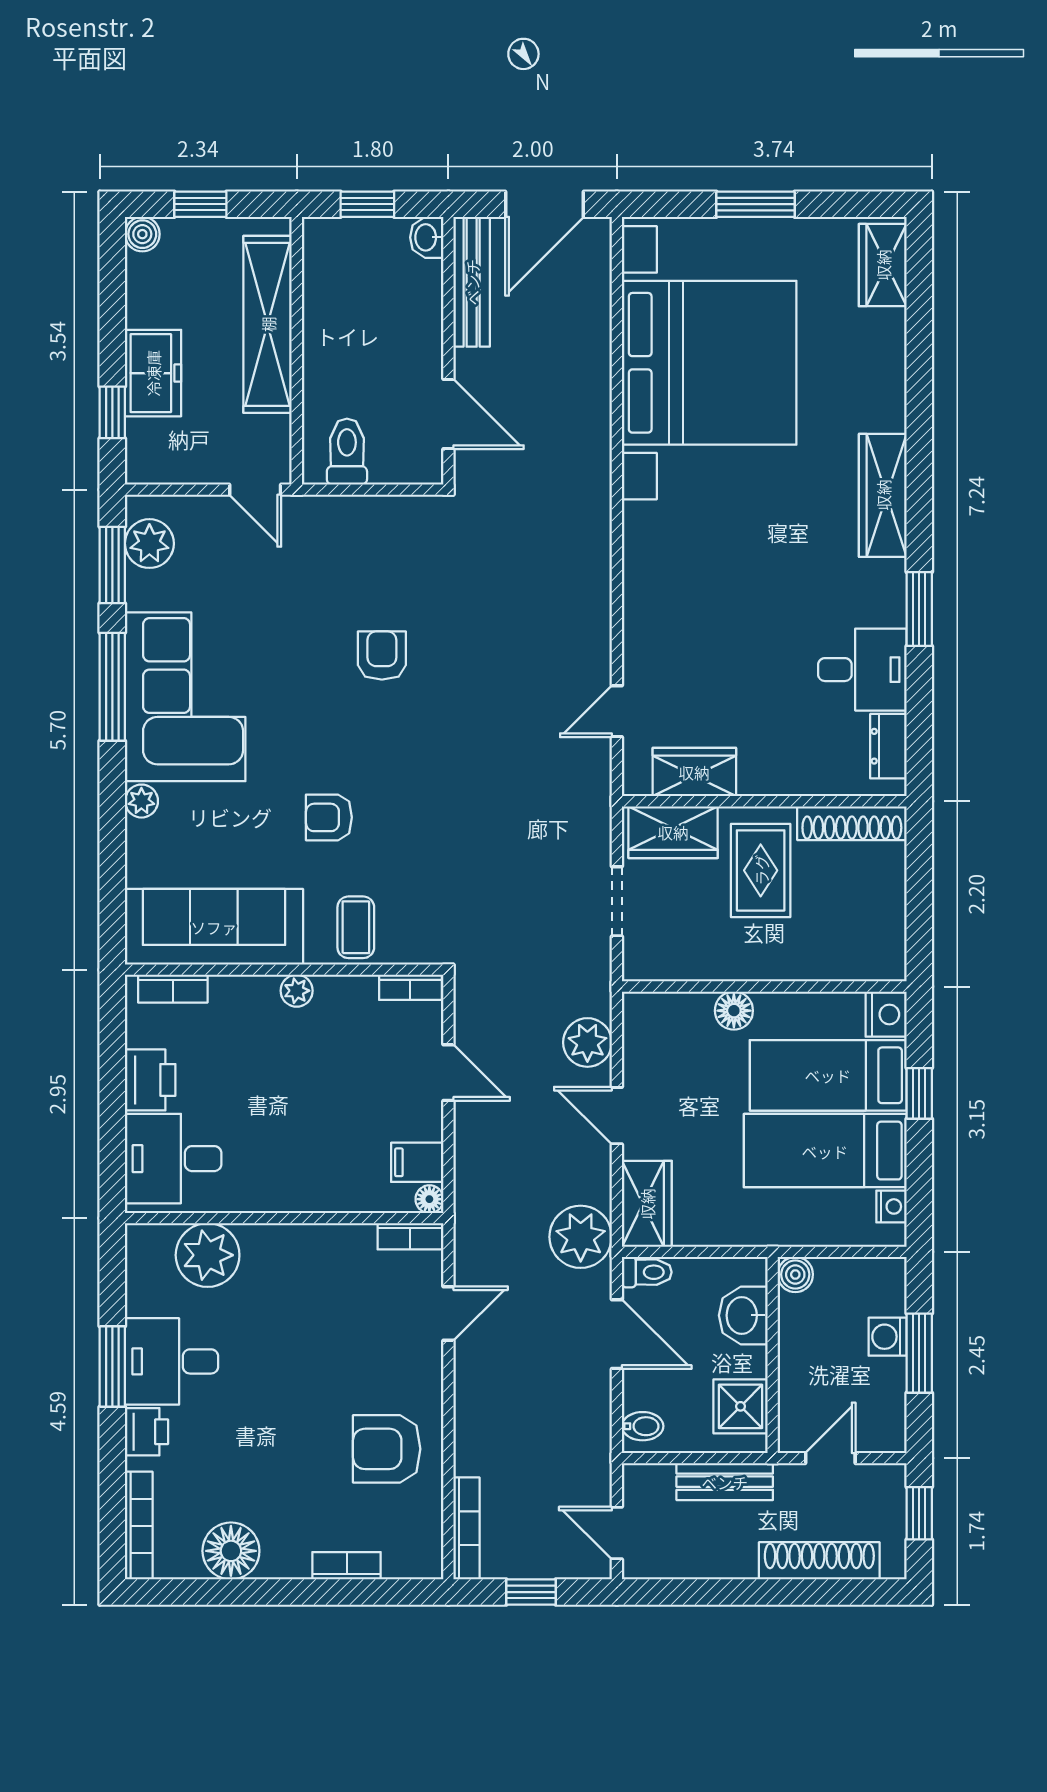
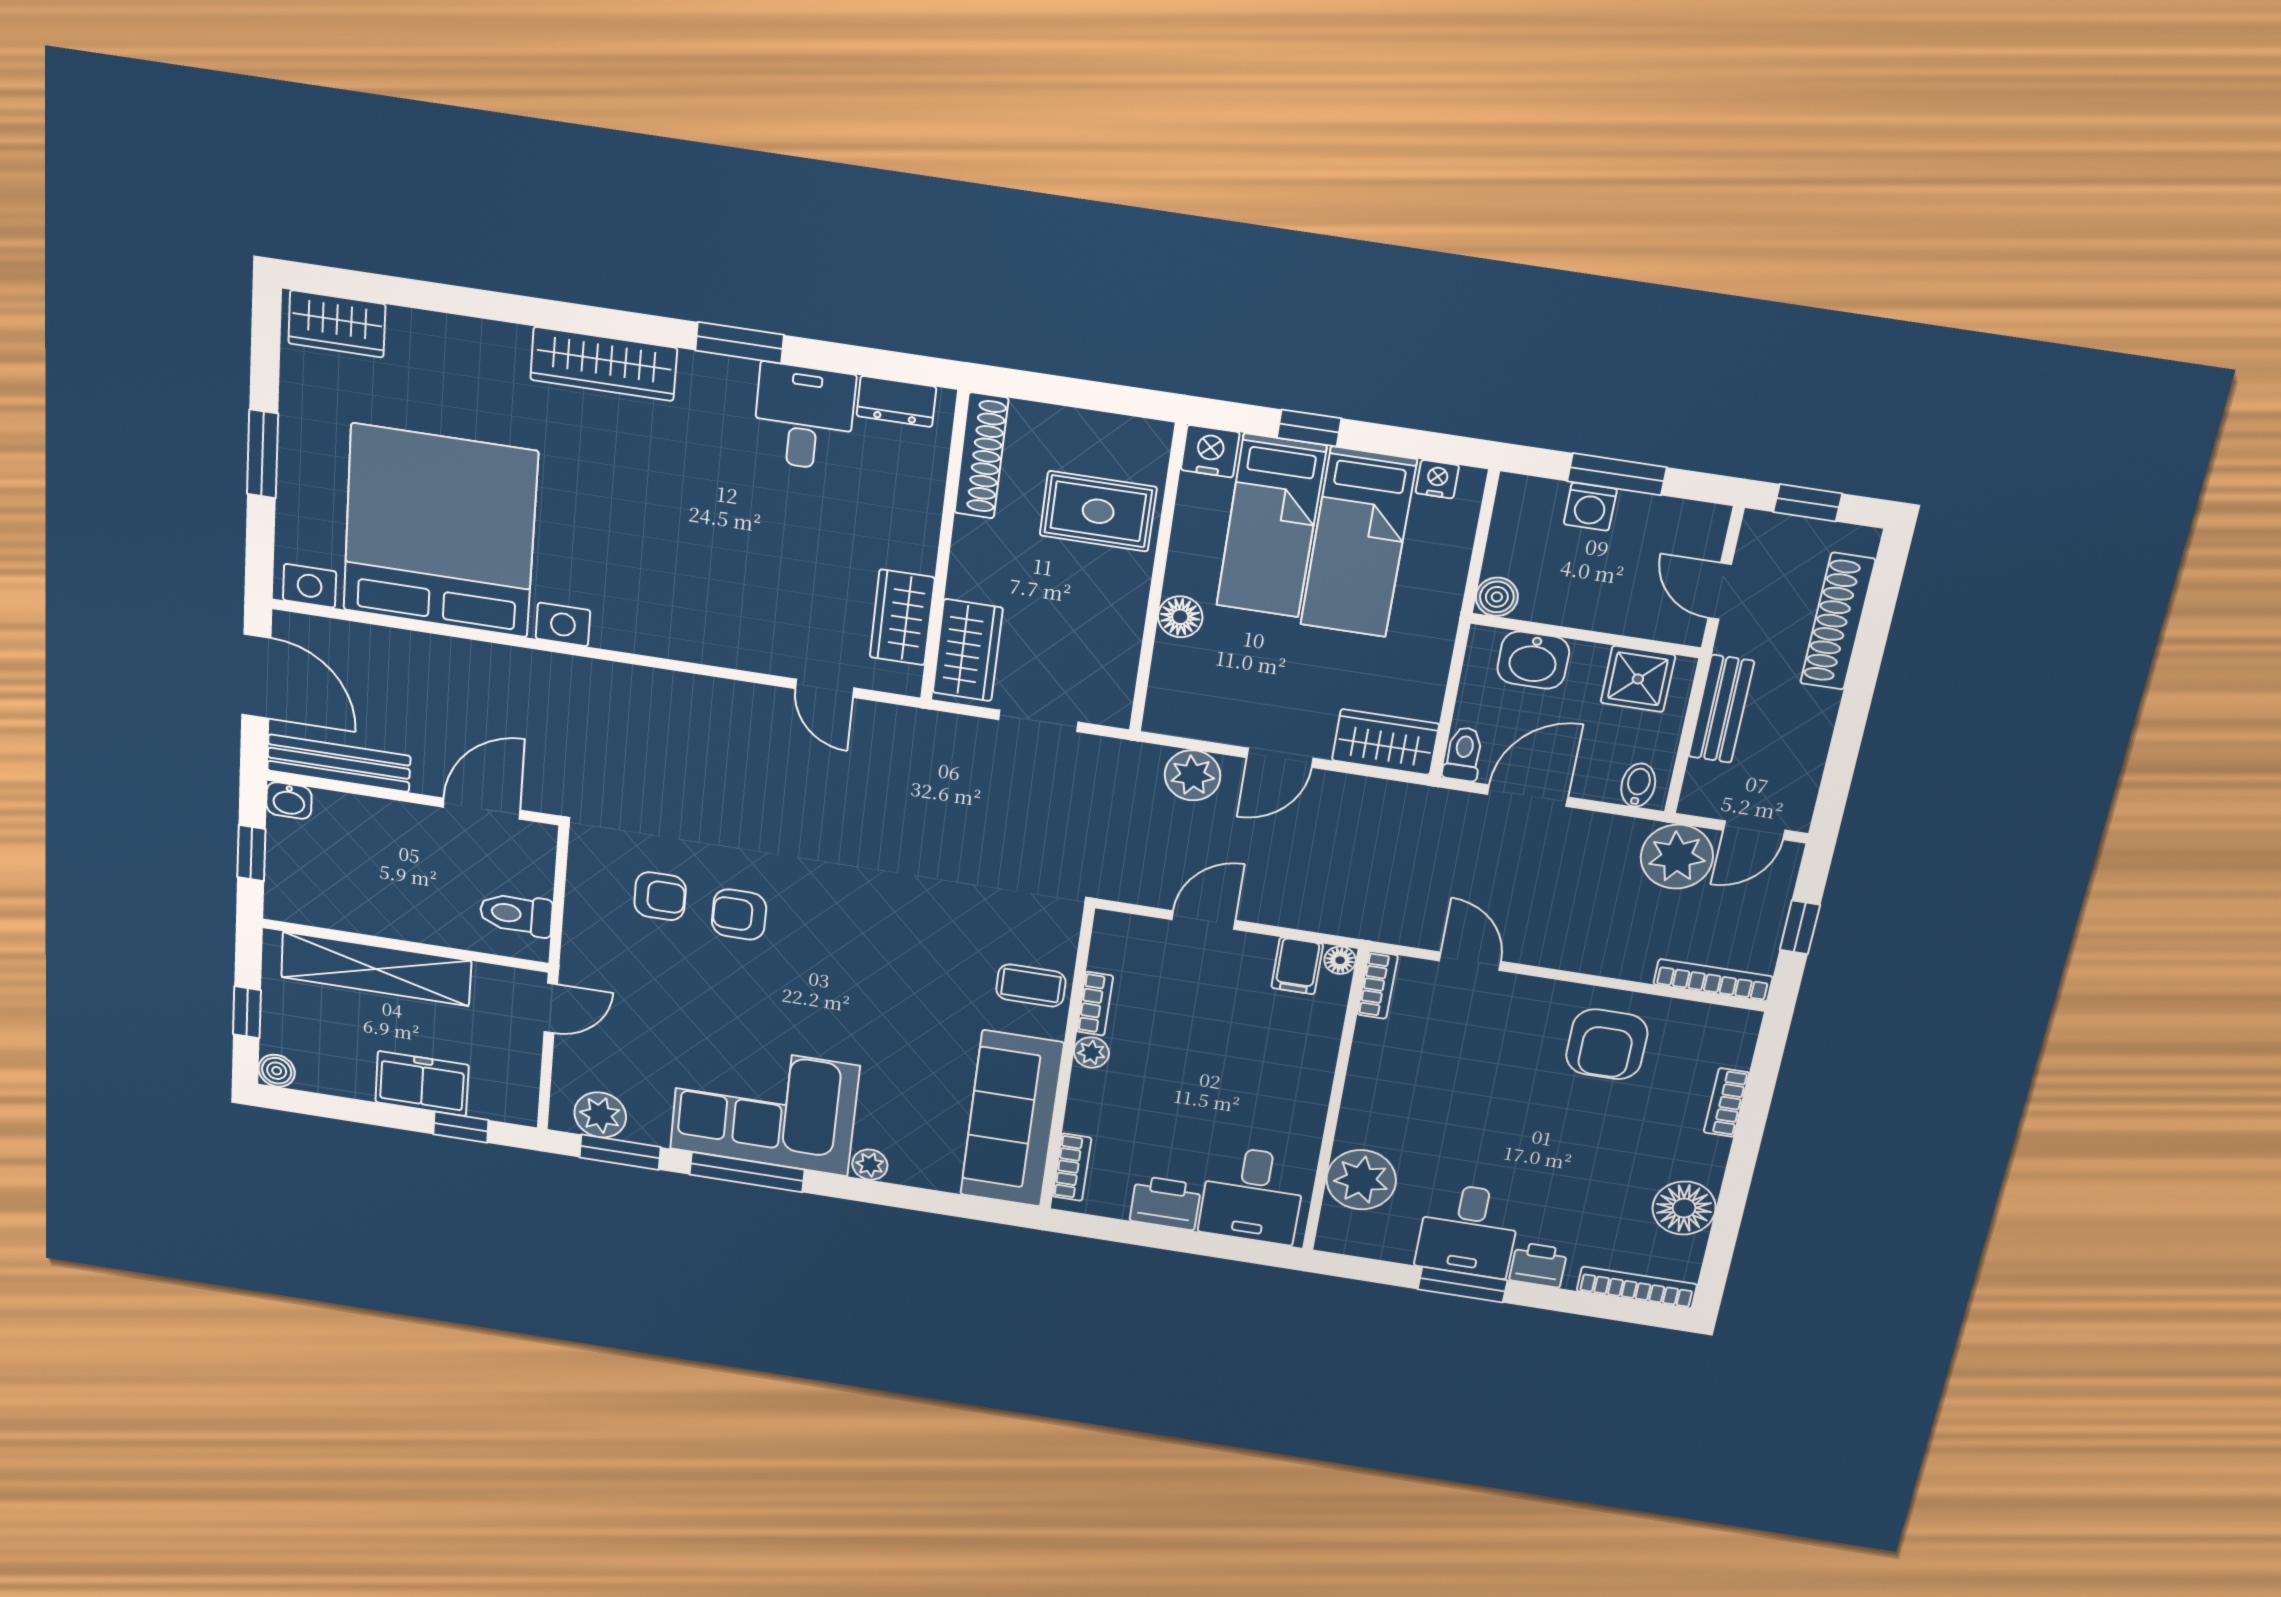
armchair: (329, 817) -> (660, 896), moved, turned -90
rug: (761, 870) -> (1098, 511), moved
bookcase: (410, 987) -> (1095, 1004), moved
plant: (581, 1237) -> (1677, 857), moved

